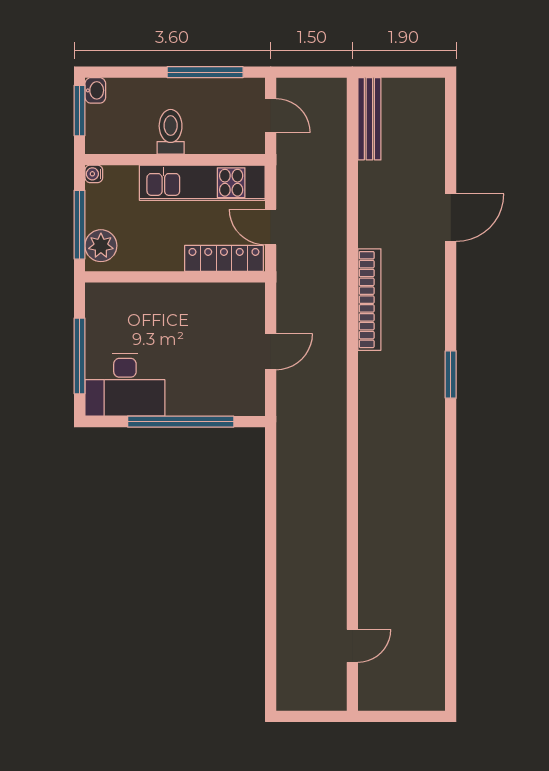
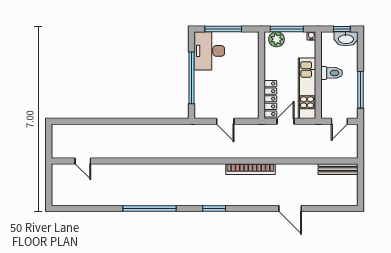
washbasin: (95, 90) -> (346, 39), width x1.91, depth x1.45
window: (79, 111) -> (342, 29), width x0.67
window: (451, 508) -> (149, 208), added

